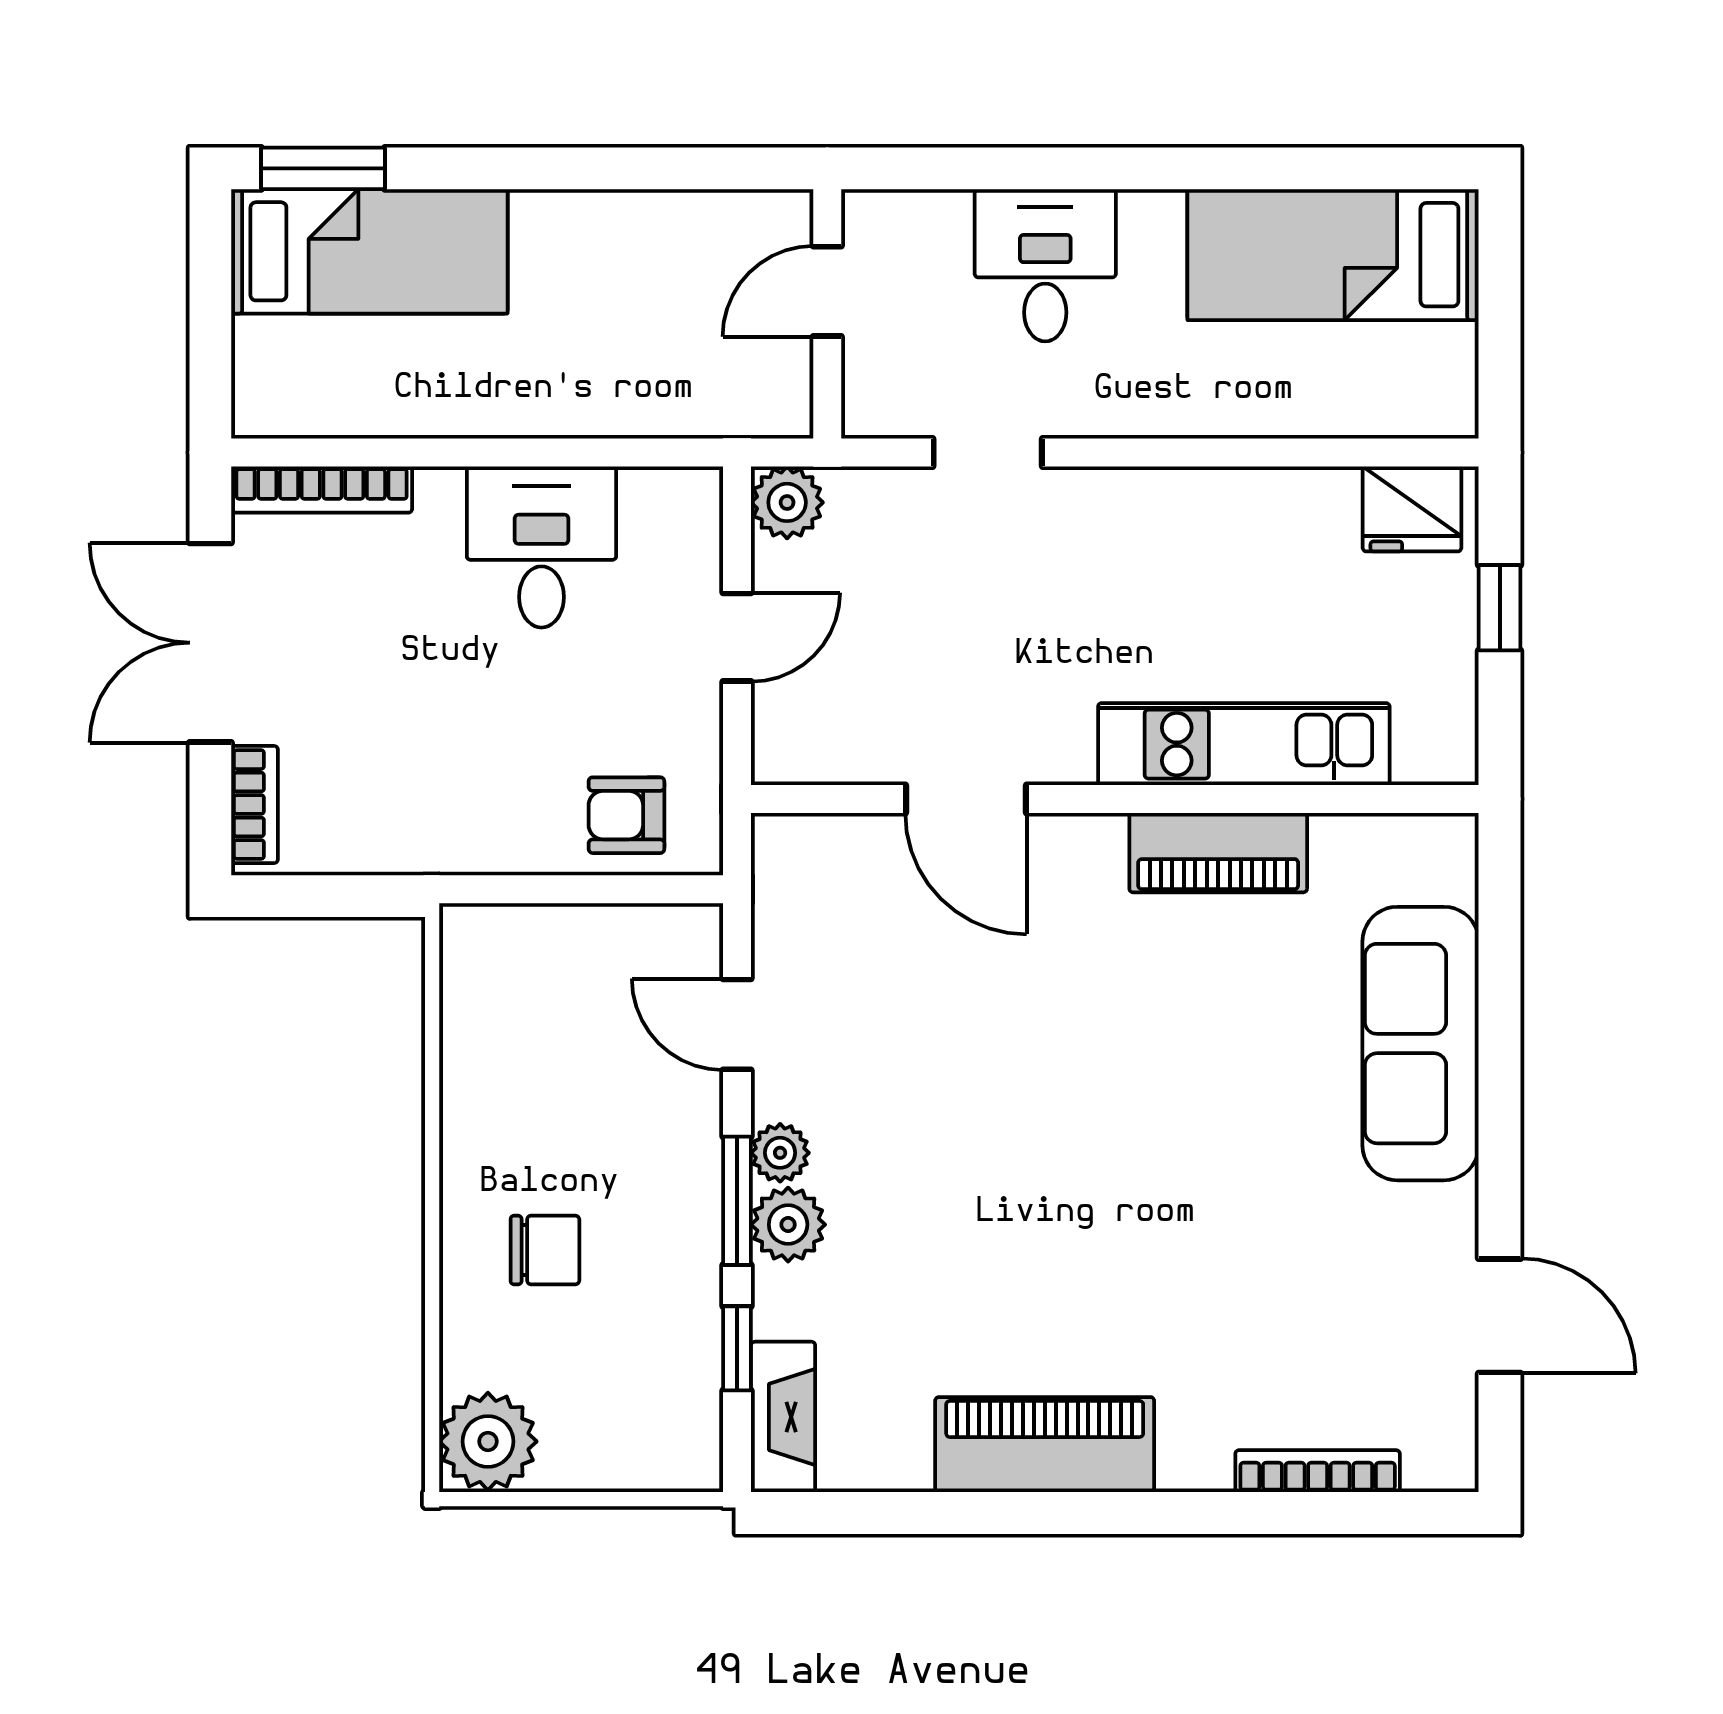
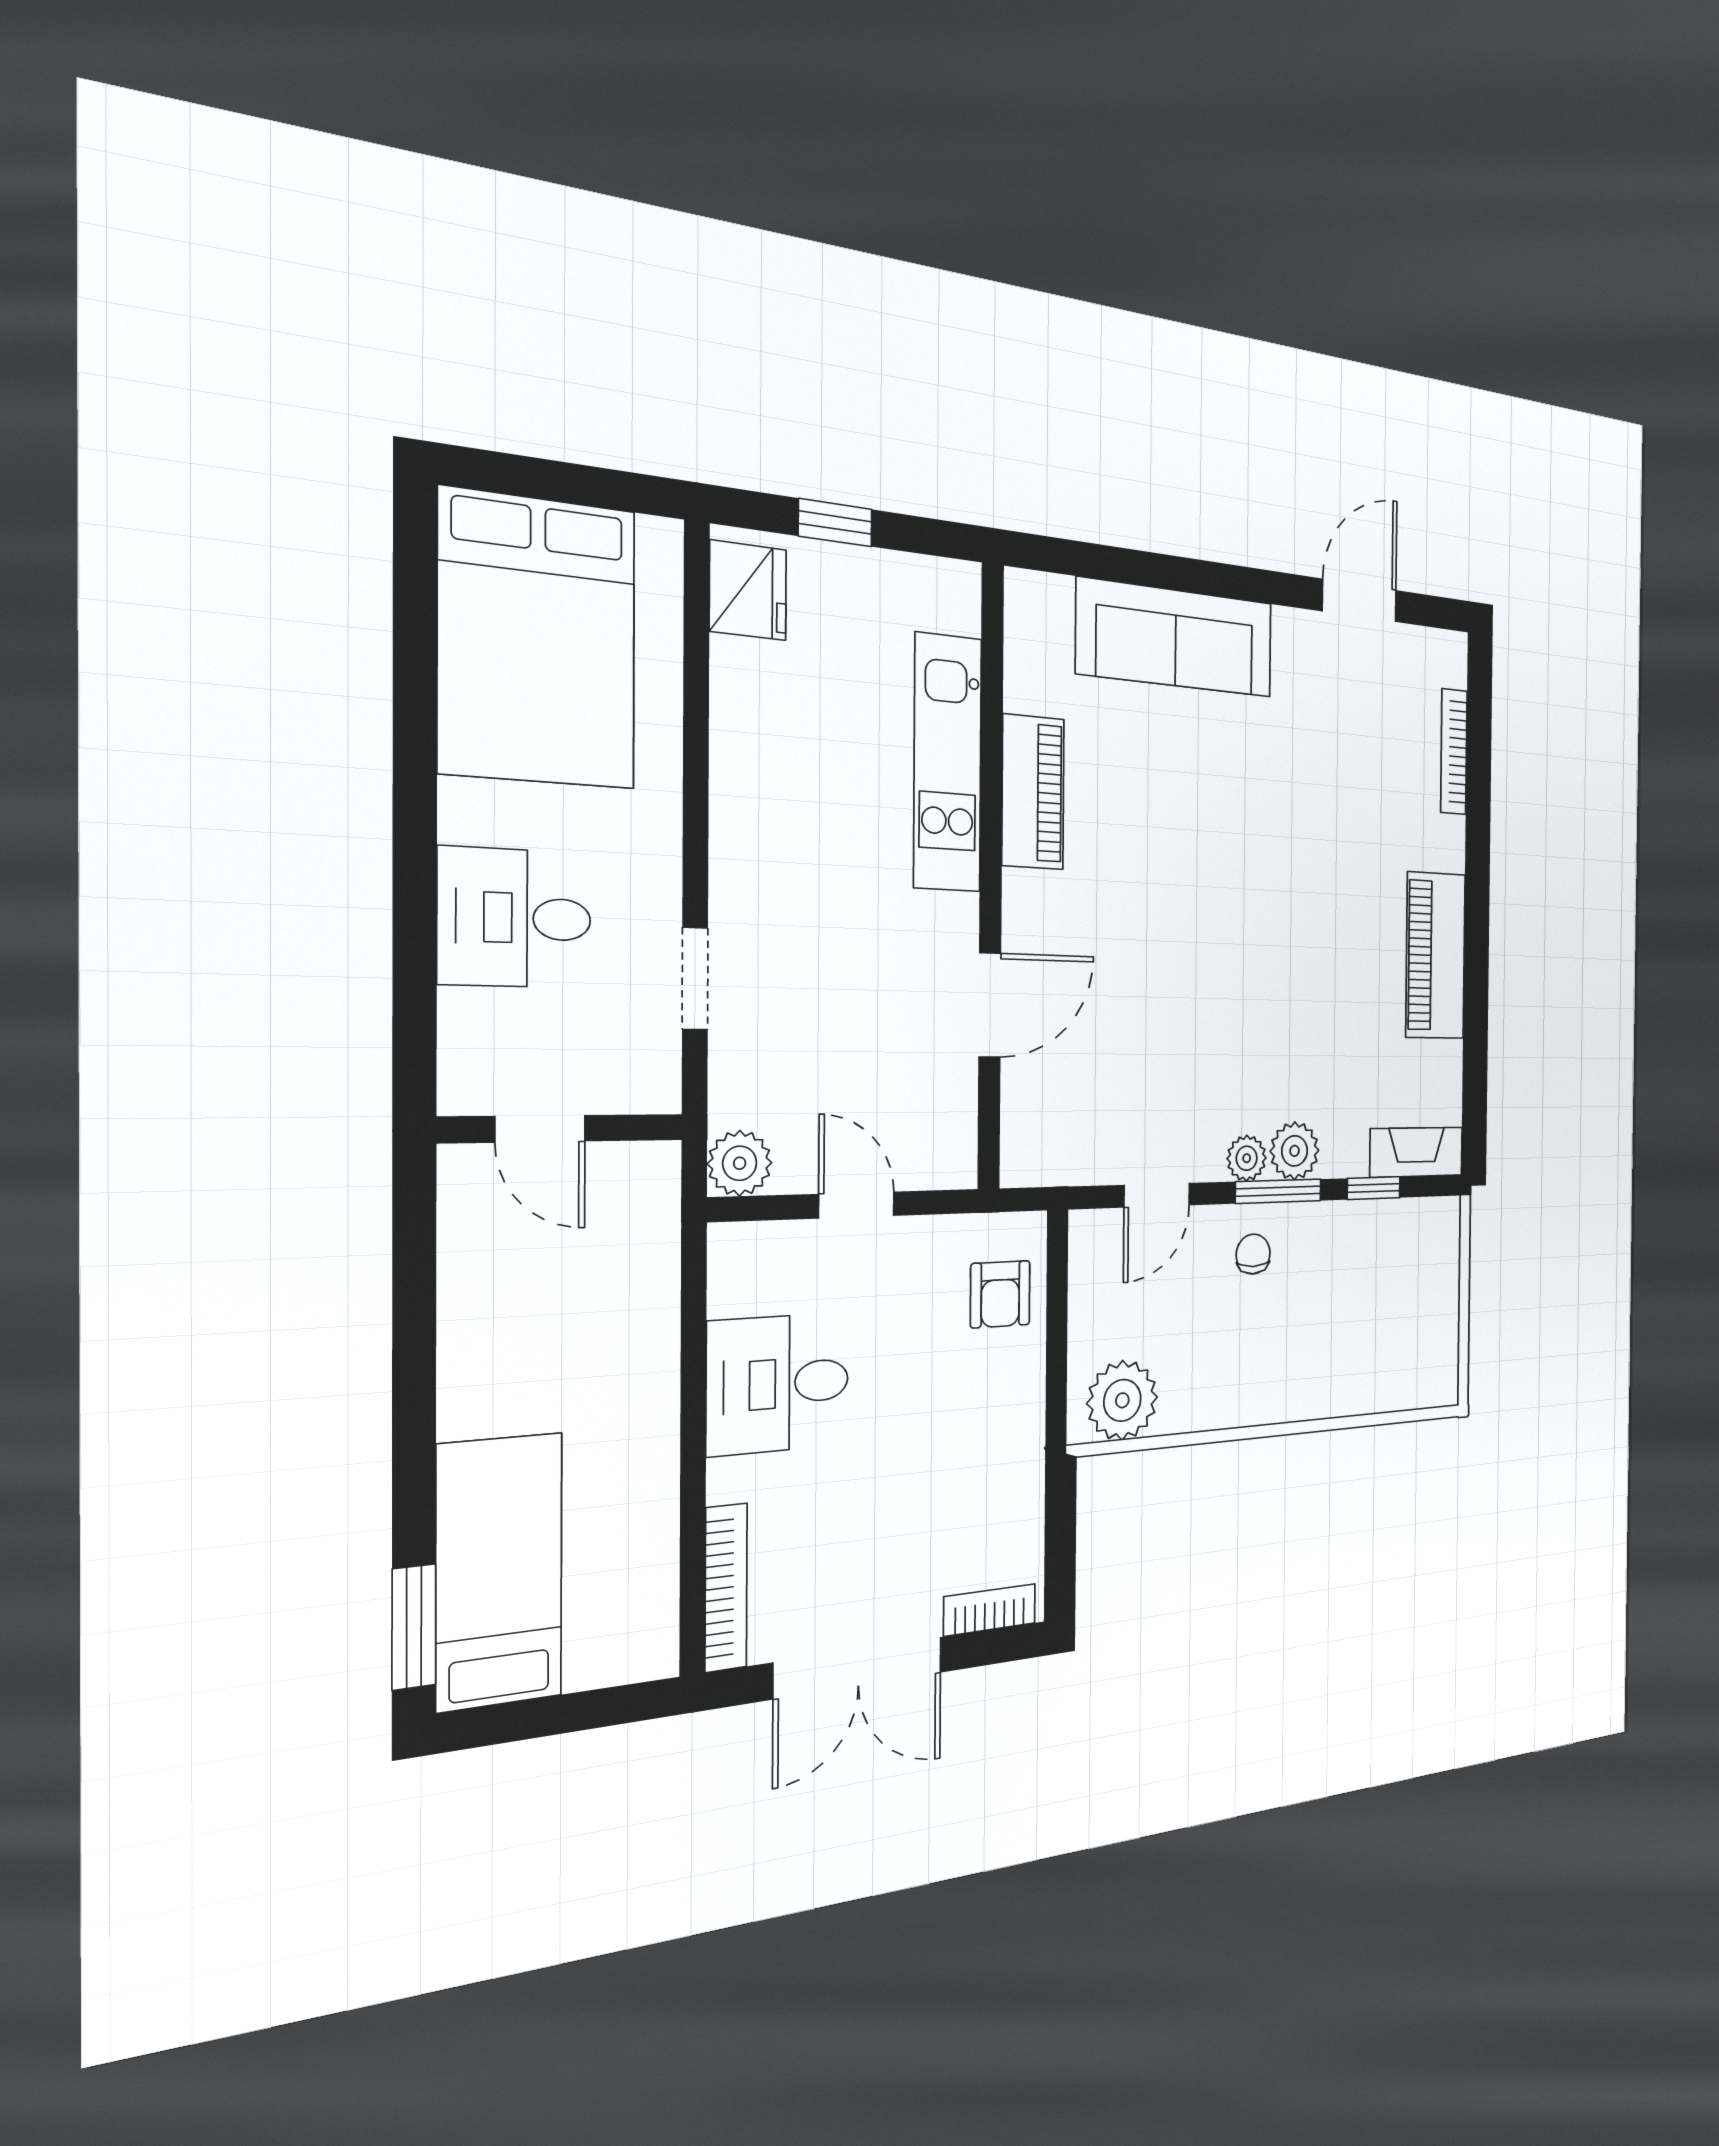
bed: (1333, 255) -> (538, 640), width x1.50
chair: (545, 1250) -> (1253, 1254), moved, width x0.73, depth x0.73
plant: (488, 1441) -> (1122, 1400), moved

